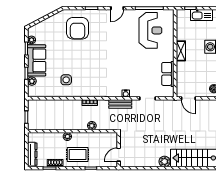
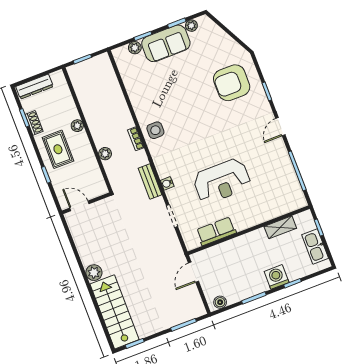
door: (117, 8) -> (280, 127), hinge flipped
reception desk: (150, 30) -> (222, 181), moved
shelving: (181, 51) -> (280, 227), moved
side table: (66, 80) -> (155, 130), moved

